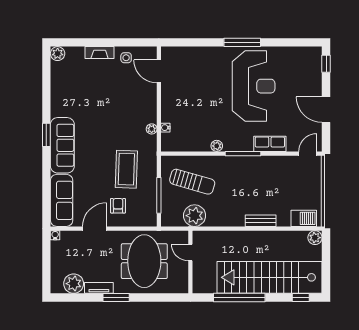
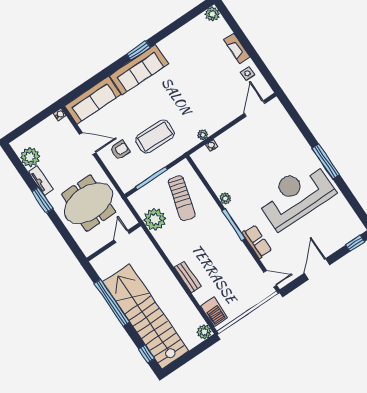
reception desk: (254, 86) -> (296, 195), turned 180

